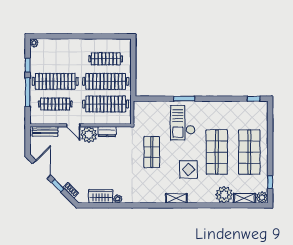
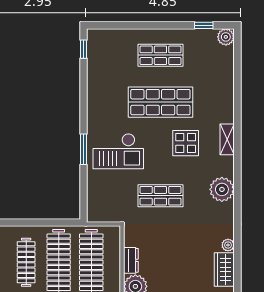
shop shelf: (249, 152) -> (160, 55), width x0.70, depth x0.74
plant: (224, 195) -> (222, 189), moved
shelving: (176, 198) -> (227, 139), moved
shelving: (244, 198) -> (227, 62), removed

